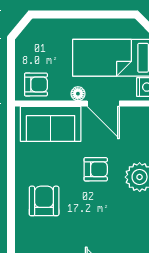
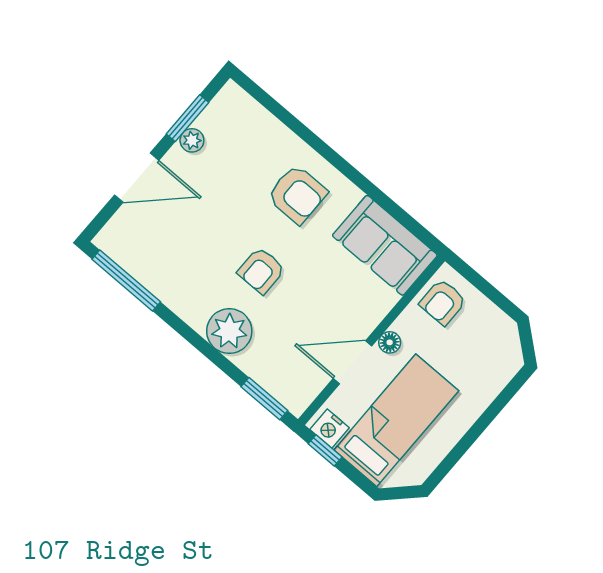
sofa: (51, 124) -> (385, 245), moved, turned -90
armchair: (96, 169) -> (261, 271), moved

